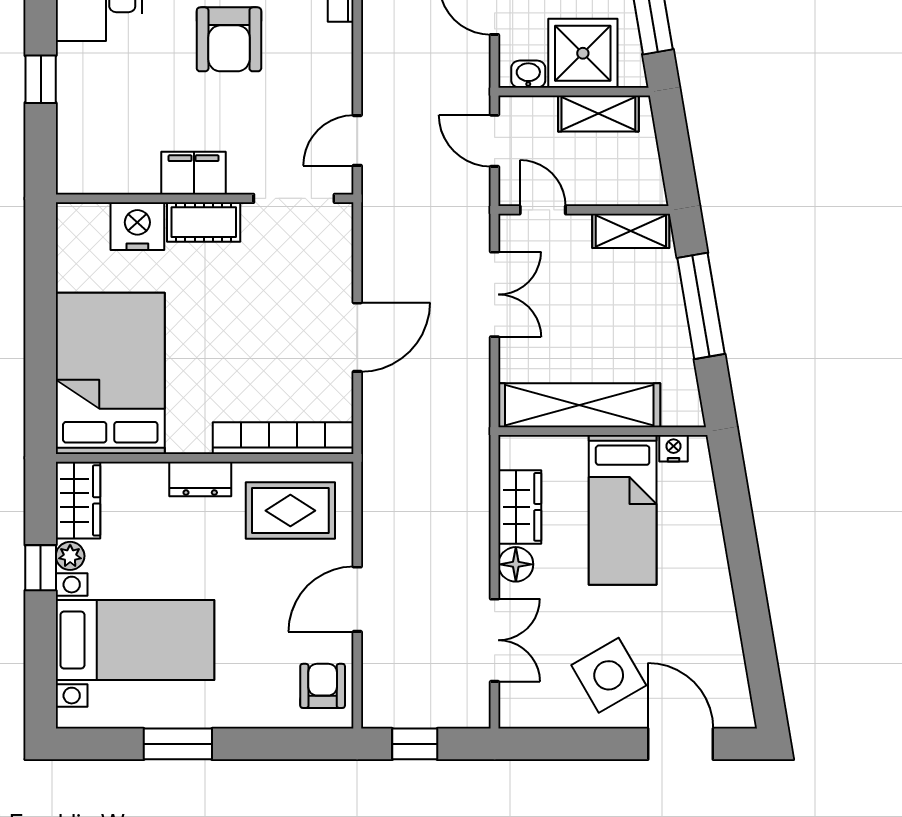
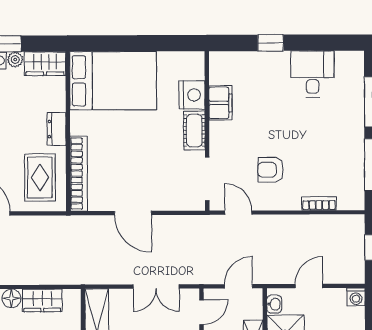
armchair: (229, 39) -> (271, 170), moved, width x0.72, depth x0.72
filing cabinet: (194, 173) -> (220, 103), moved

